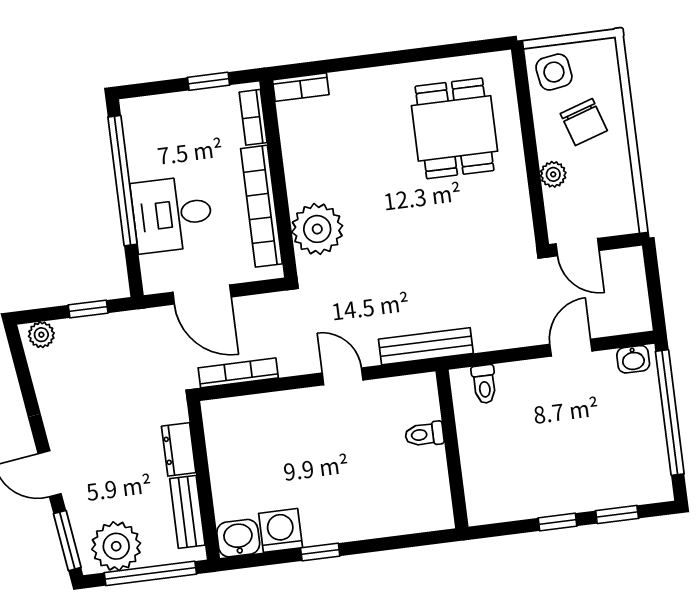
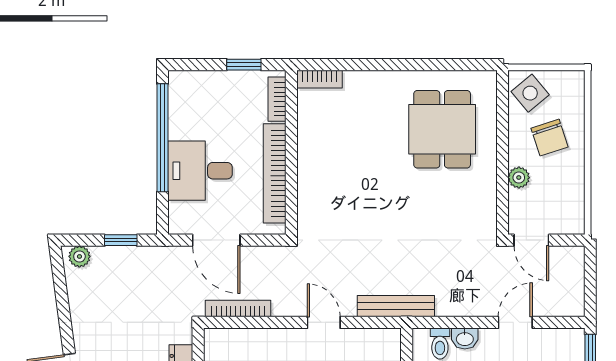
side table: (554, 72) -> (530, 93), turned -31
plant: (317, 229) -> (318, 198), removed
washbasin: (633, 359) -> (465, 338), moved

